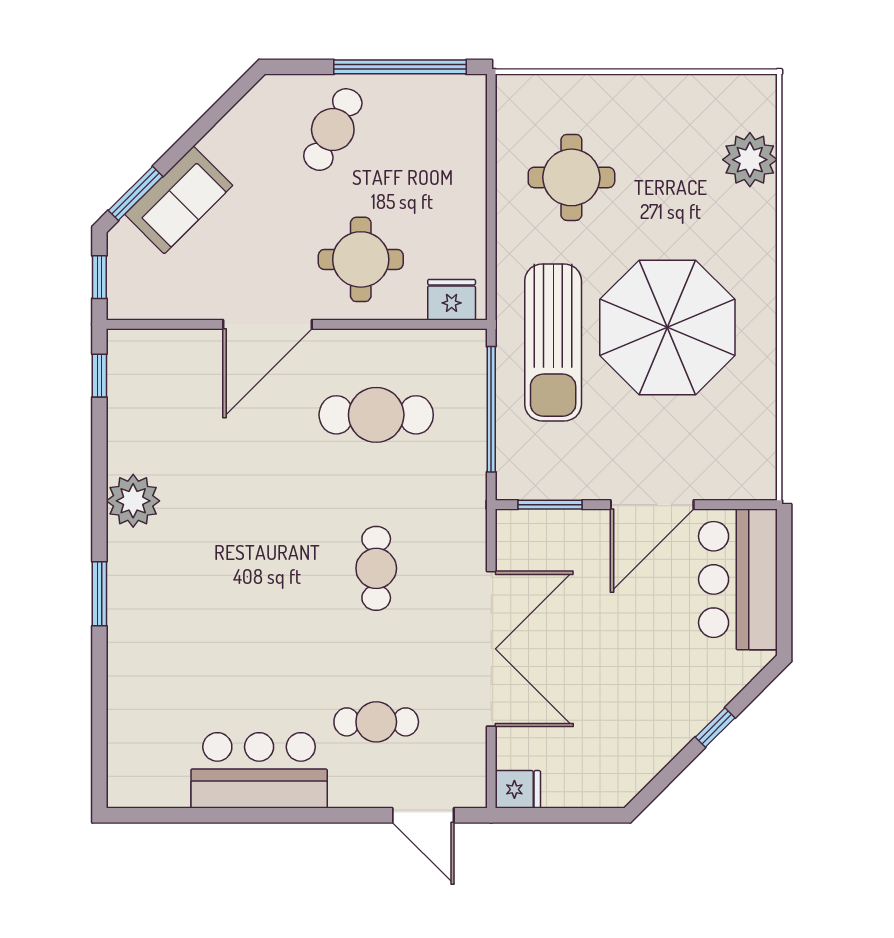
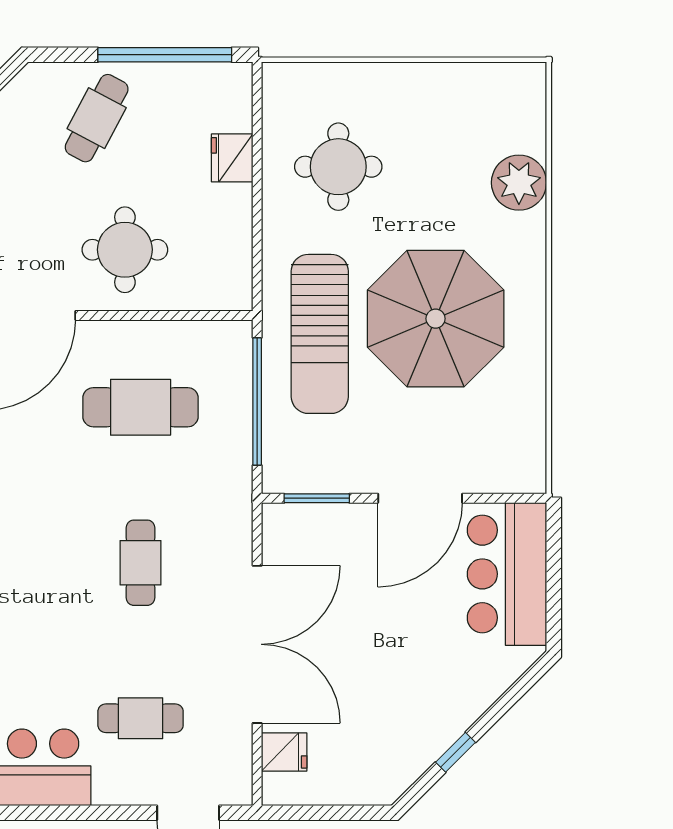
plant: (750, 160) -> (519, 183), moved
fridge: (452, 300) -> (232, 158), moved, turned -90
window: (715, 727) -> (455, 752), moved
fridge: (518, 789) -> (284, 752), moved

